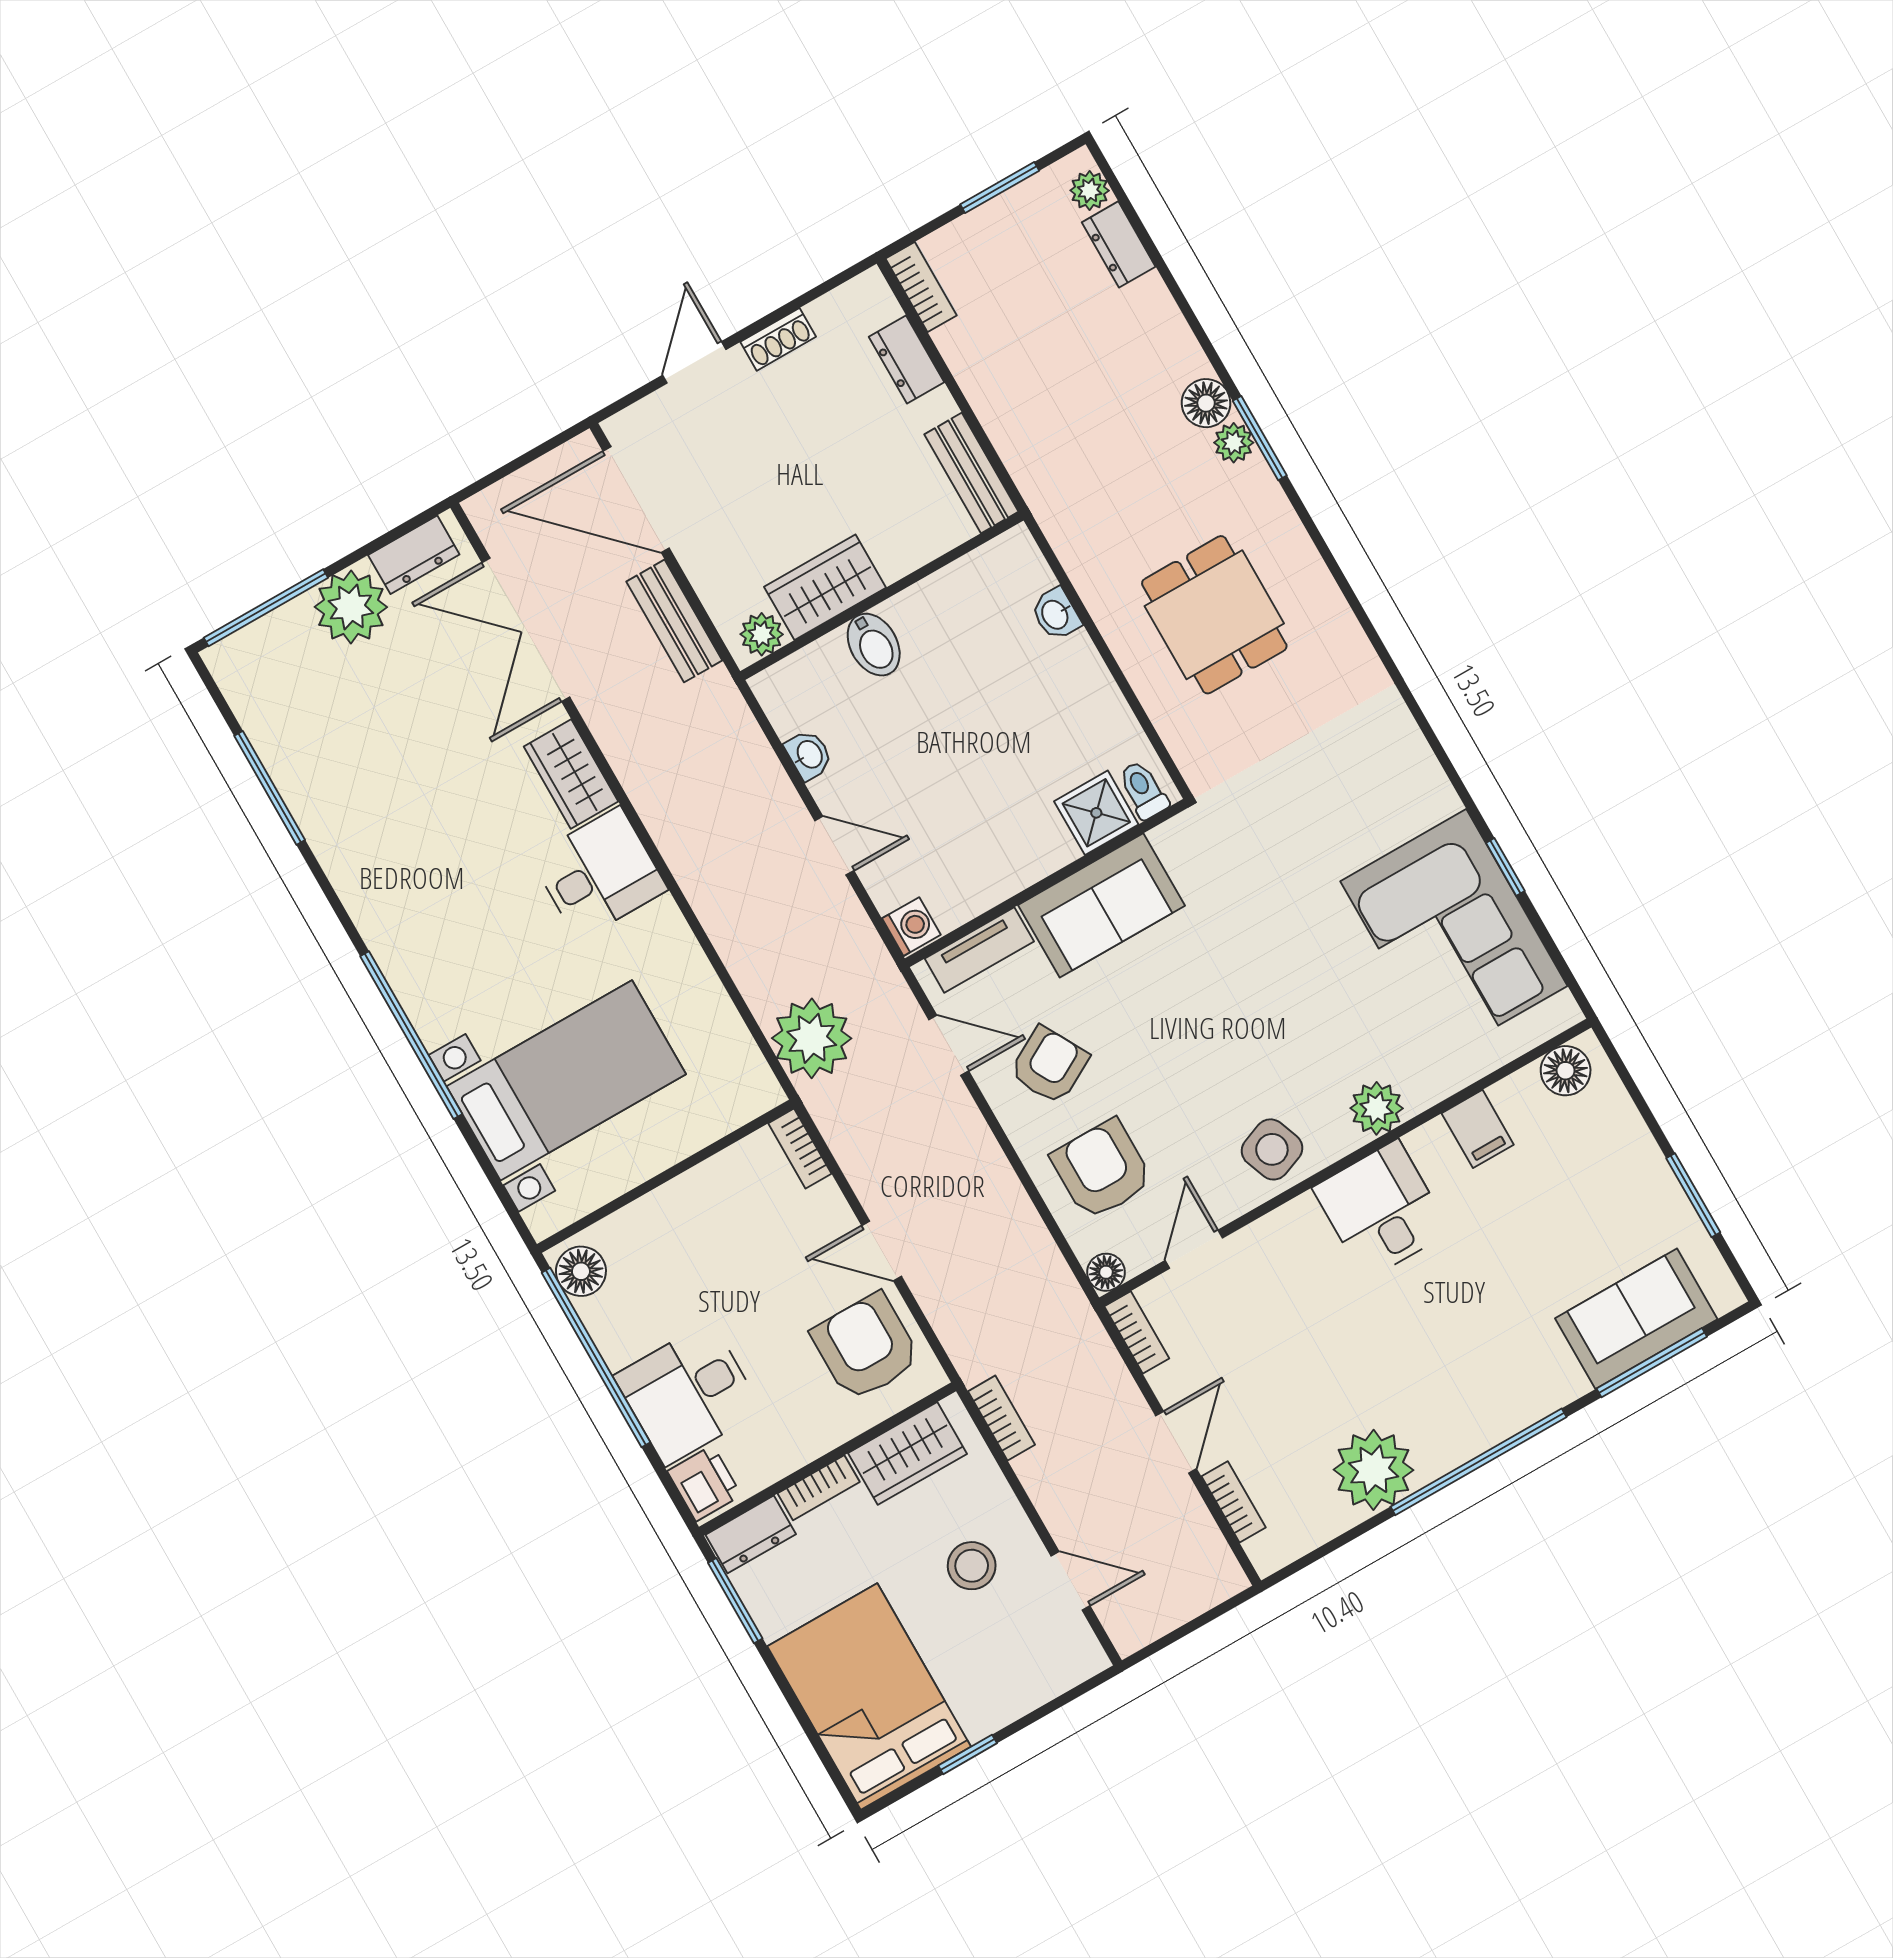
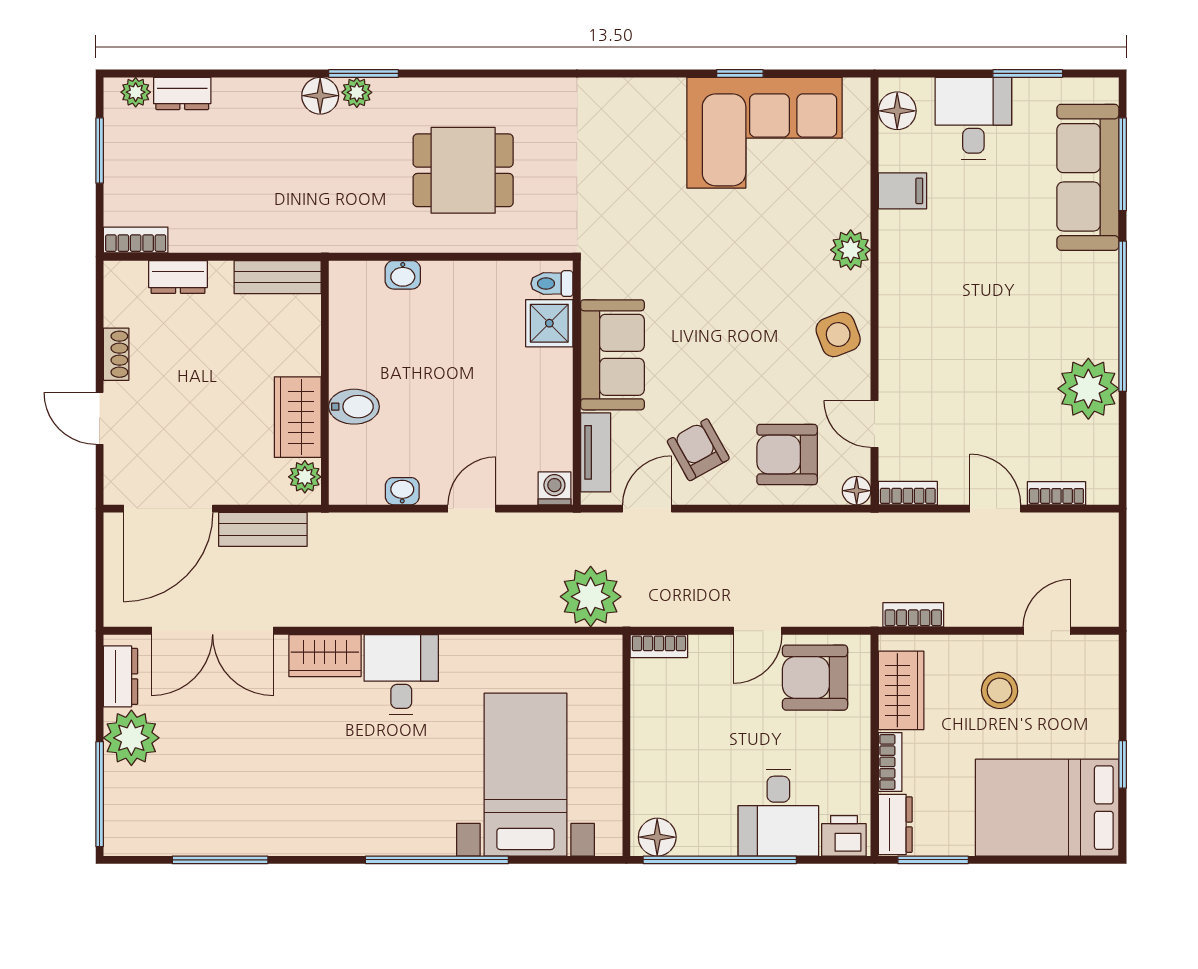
desk: (1382, 1210) -> (973, 118), moved, turned 90
sofa: (1636, 1319) -> (1088, 177), width x1.36

